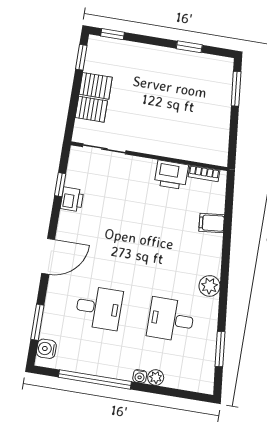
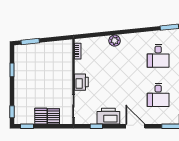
printer: (171, 175) -> (81, 82), moved
printer: (72, 199) -> (108, 116), width x1.87, depth x1.48
filing cabinet: (212, 223) -> (103, 43), removed
plant: (209, 286) -> (115, 41), moved
desk: (99, 308) -> (158, 95), turned 180

